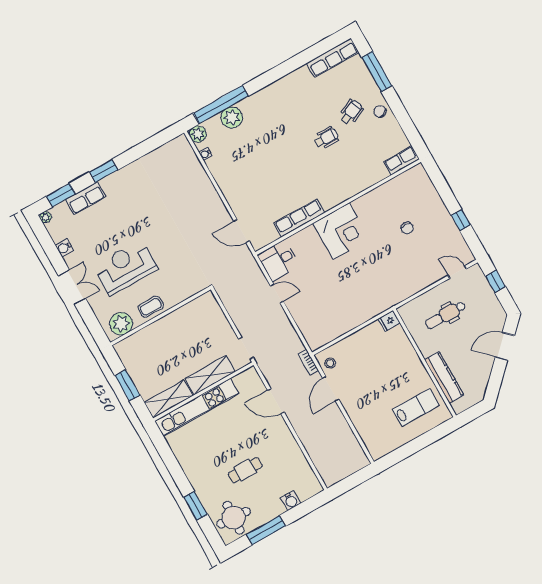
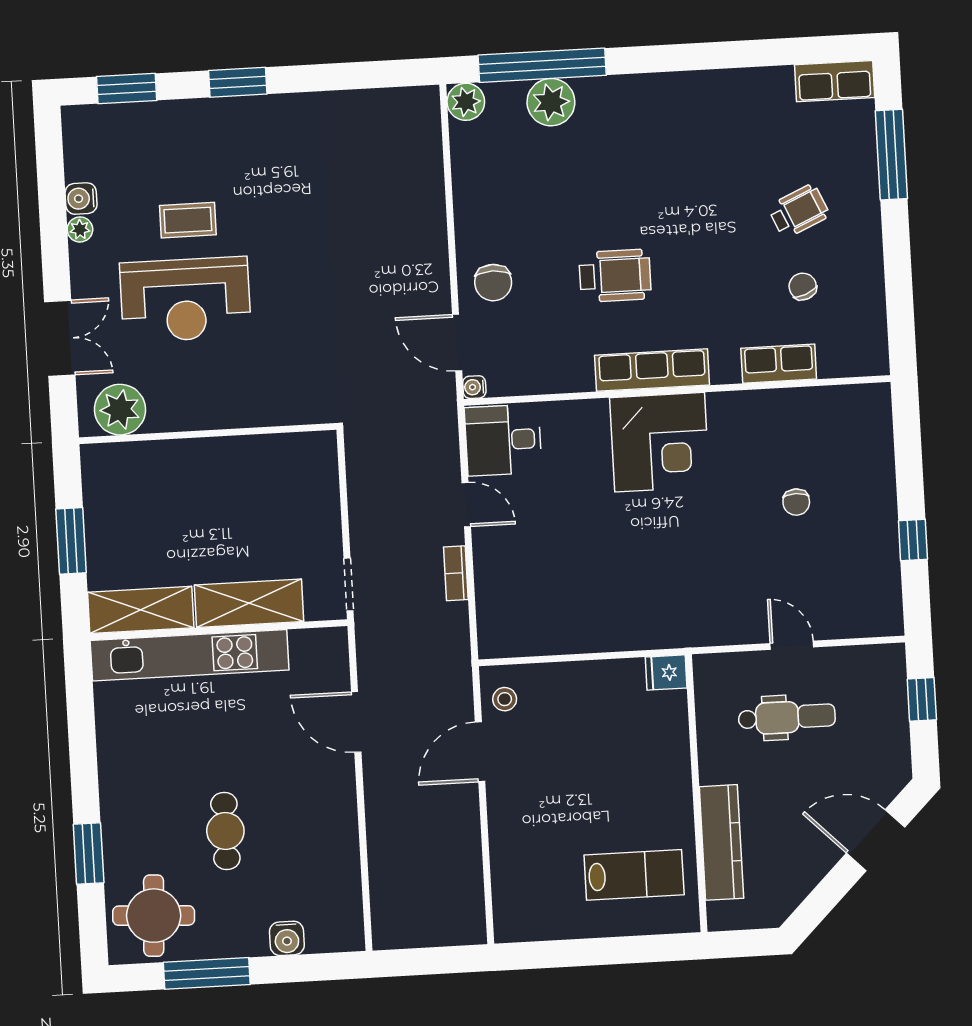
row of seats: (333, 58) -> (835, 81), width x0.68
chair: (380, 111) -> (803, 286), moved
wheelchair: (326, 138) -> (615, 276), moved, width x1.36, depth x1.37
water cooler: (205, 154) -> (474, 387), moved
row of seats: (401, 160) -> (779, 364), moved
row of seats: (86, 198) -> (174, 119), removed
chair: (244, 200) -> (493, 283), added
plant: (46, 217) -> (80, 229), moved
row of seats: (299, 218) -> (652, 370), moved
reception desk: (125, 267) -> (185, 300), turned 180
door: (457, 272) -> (792, 645), moved
double door: (72, 287) -> (60, 338), moved
coffee table: (151, 307) -> (188, 220), moved
dental chair: (446, 315) -> (787, 717), turned 180
bookcase: (308, 362) -> (456, 573), moved
cafe table: (245, 470) -> (225, 831), turned 90

